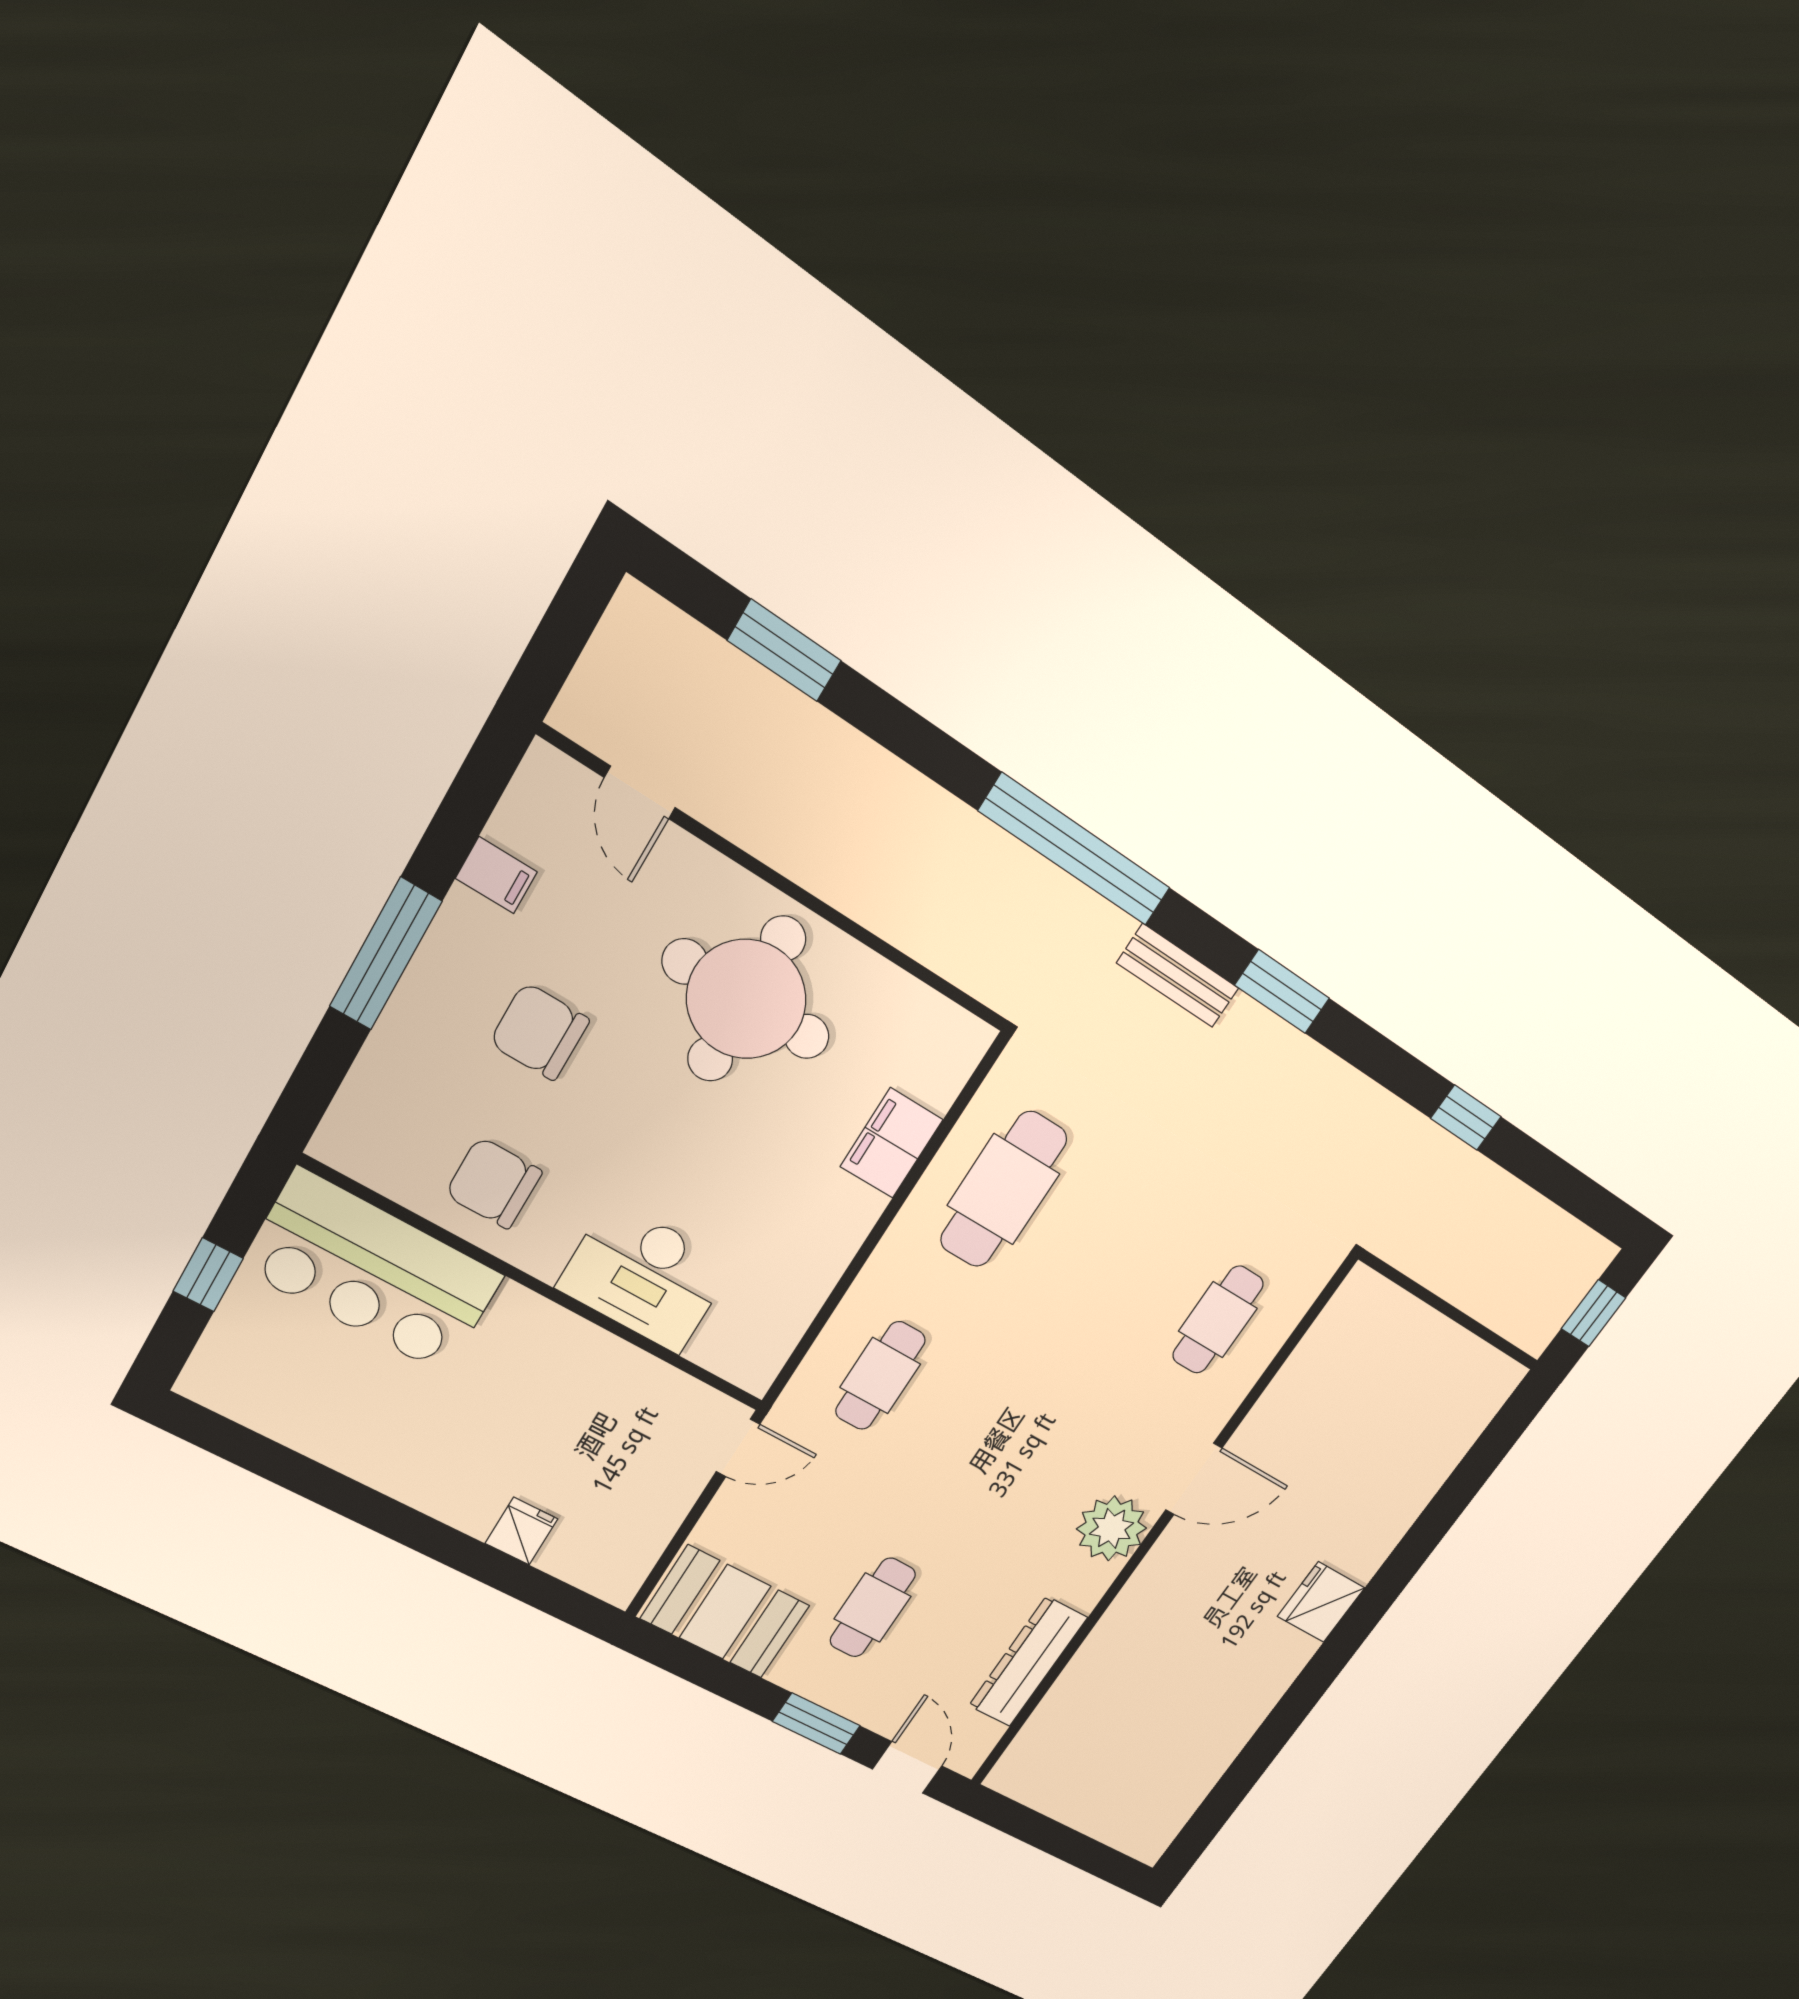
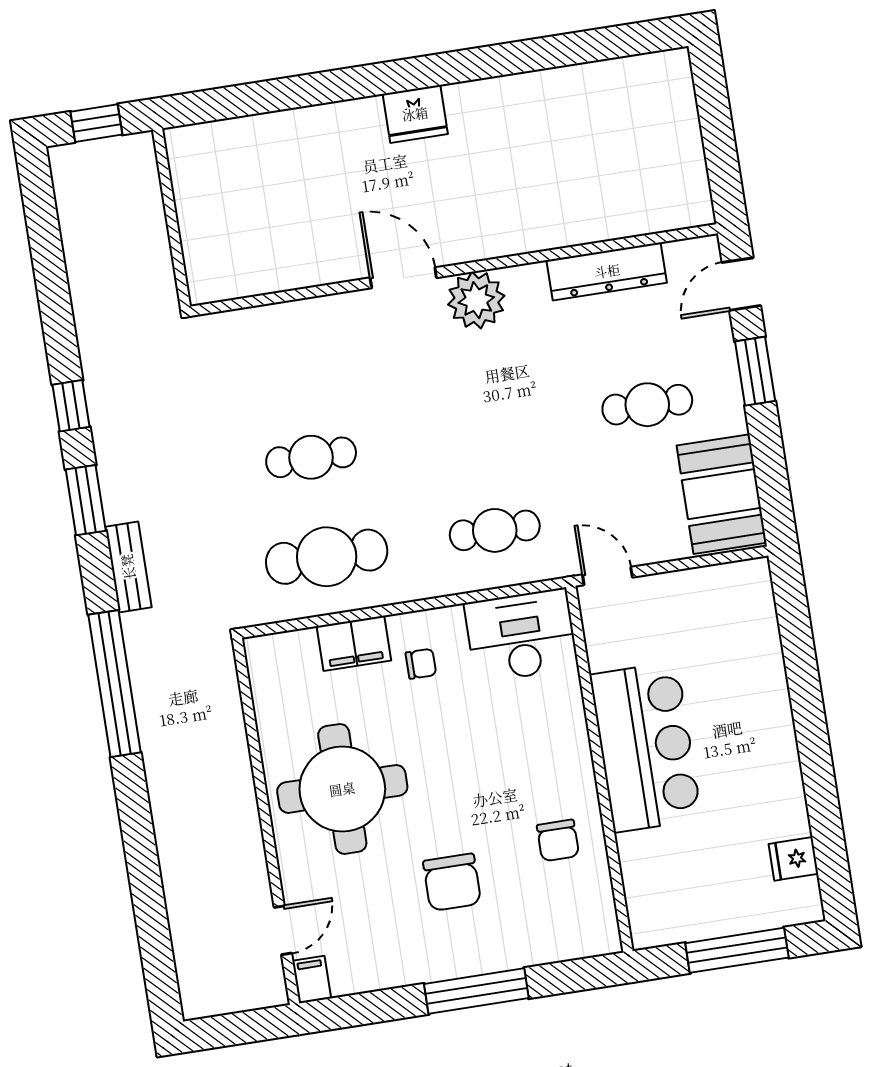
window: (784, 651) -> (151, 916), removed
filing cabinet: (496, 875) -> (312, 980), moved
window: (1466, 1118) -> (71, 406), moved
chair: (494, 1183) -> (558, 840), width x0.73, depth x0.73
chair: (810, 1194) -> (421, 664), added
bar counter: (373, 1272) -> (646, 747), moved
window: (208, 1275) -> (737, 950), width x2.17
desk: (645, 1276) -> (521, 635), moved, turned -90
cafe table: (1218, 1320) -> (311, 457), moved
fridge: (521, 1531) -> (793, 859), moved

